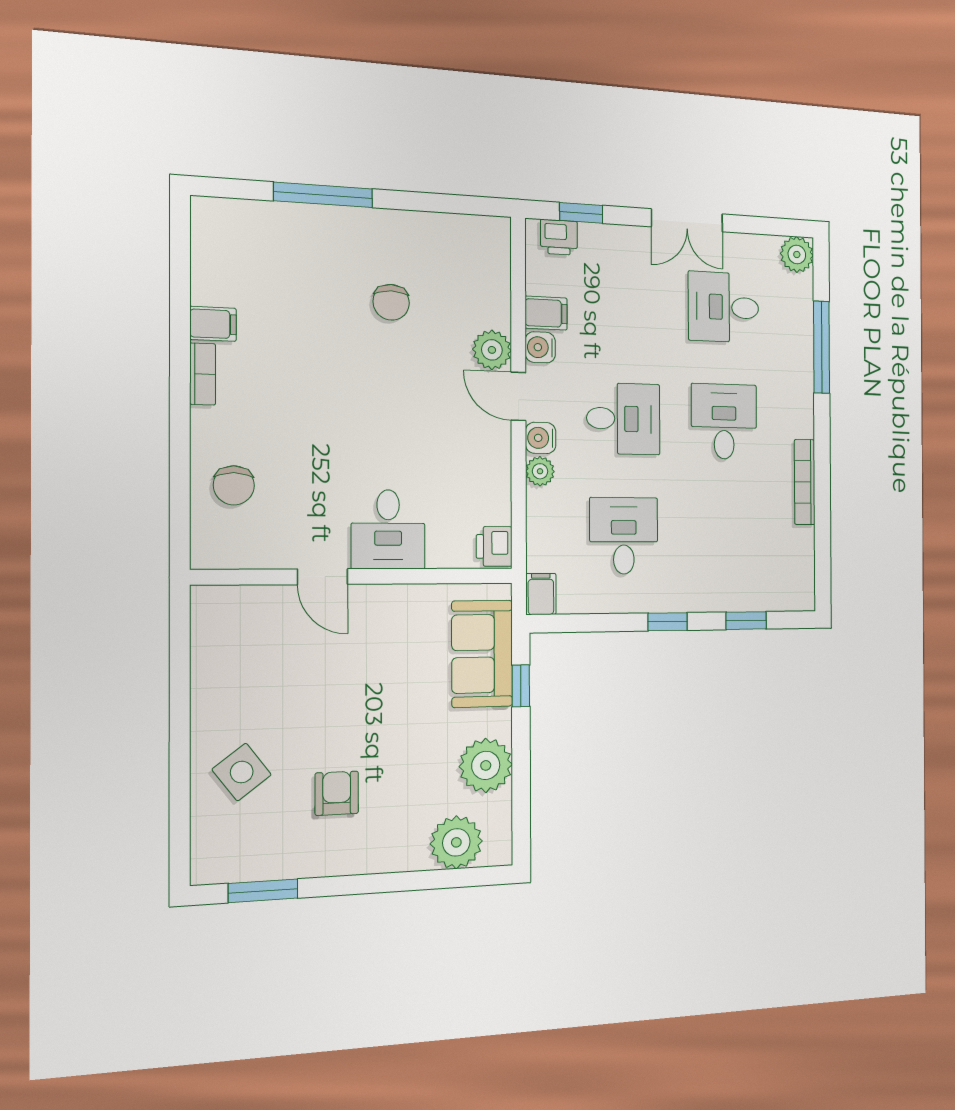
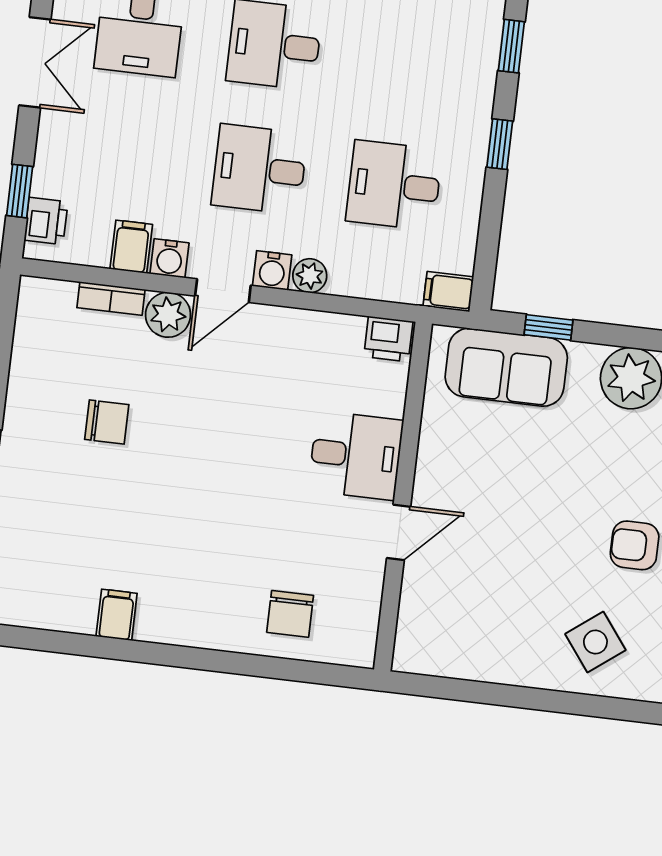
bookcase: (203, 374) -> (111, 299), moved, turned 180
desk: (623, 419) -> (259, 169), turned -90
chair: (234, 485) -> (290, 614), turned 90

